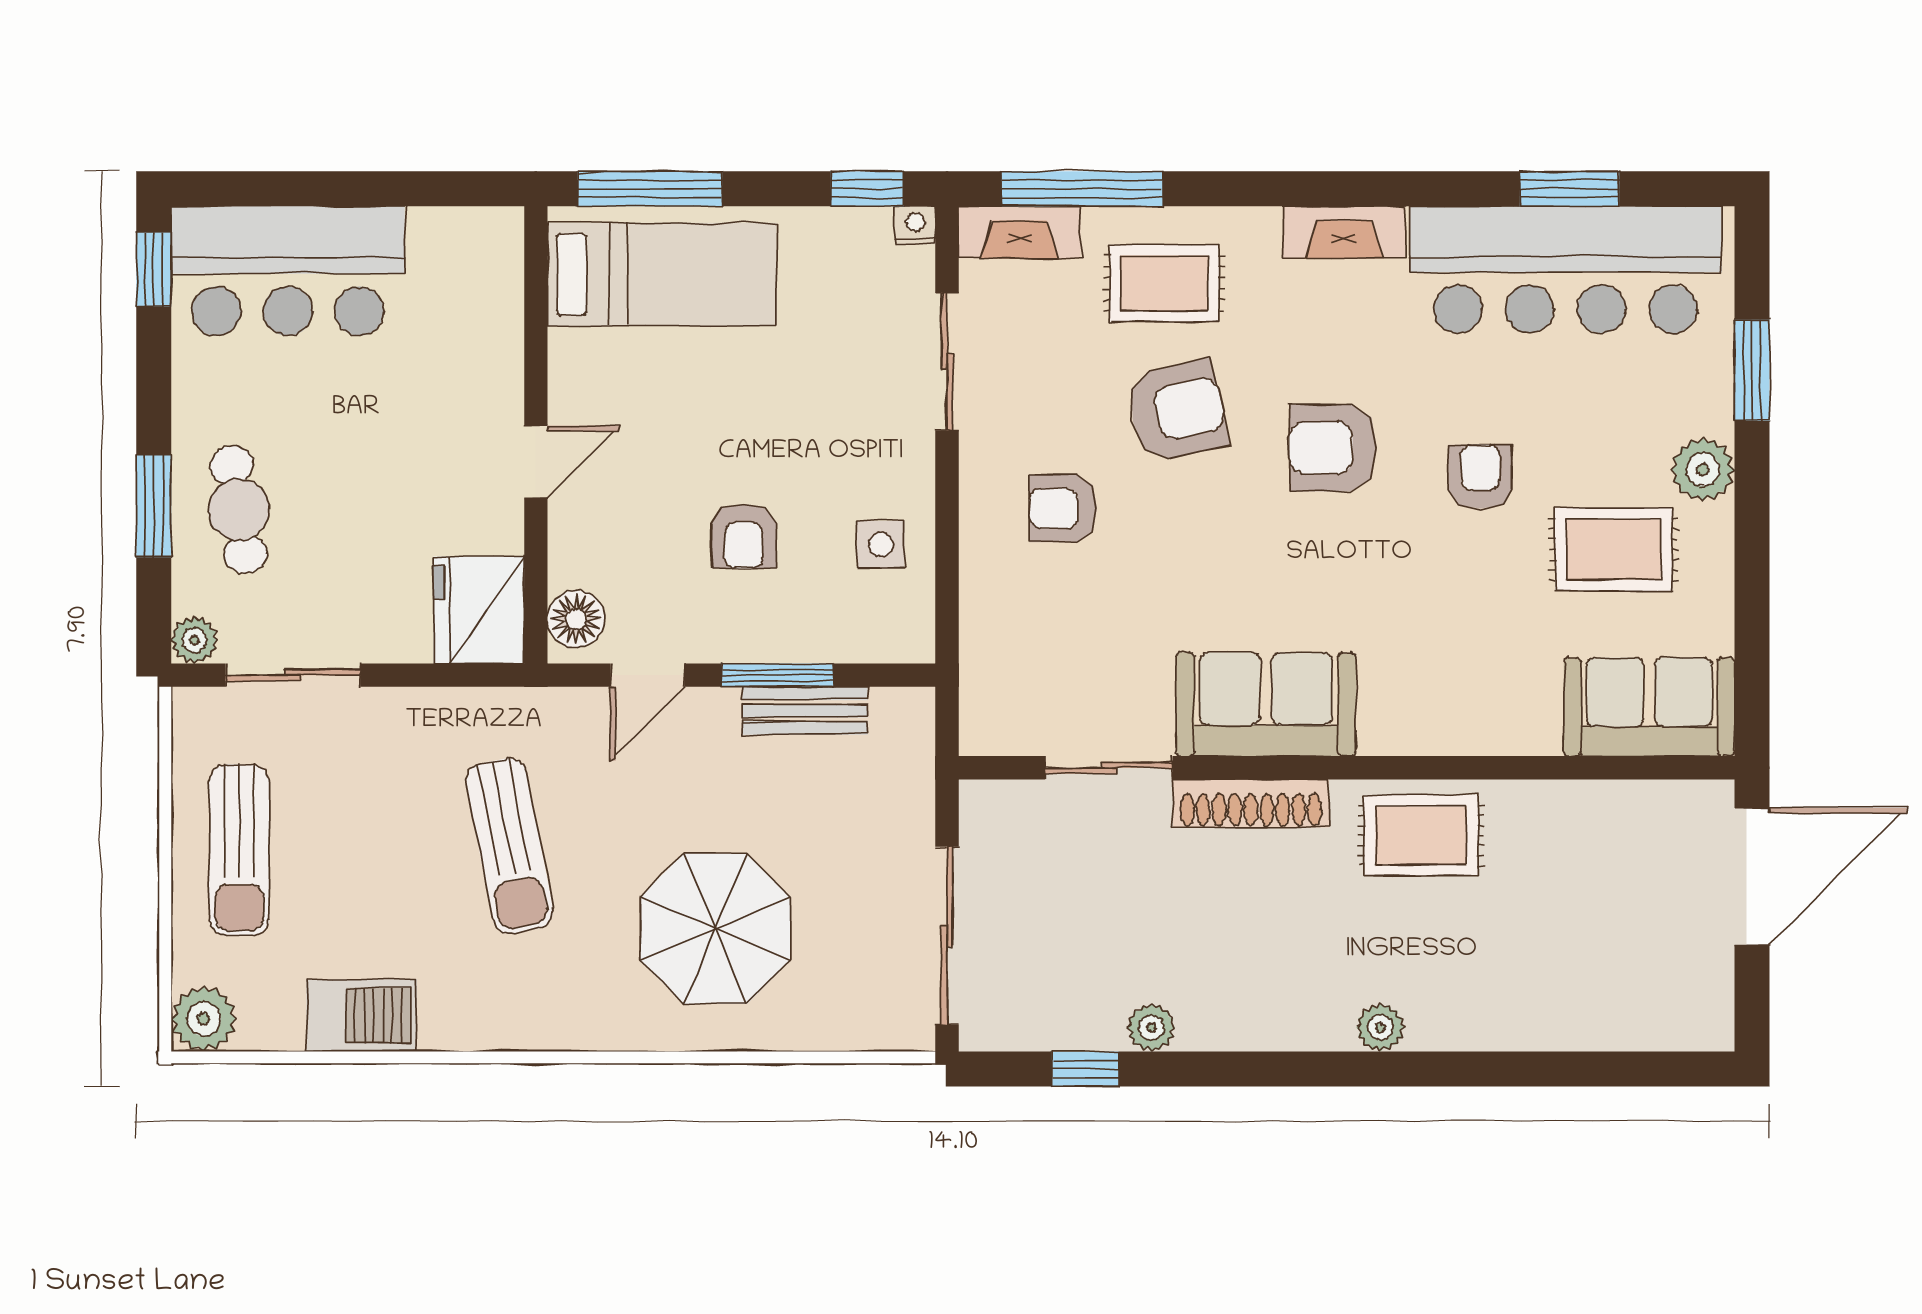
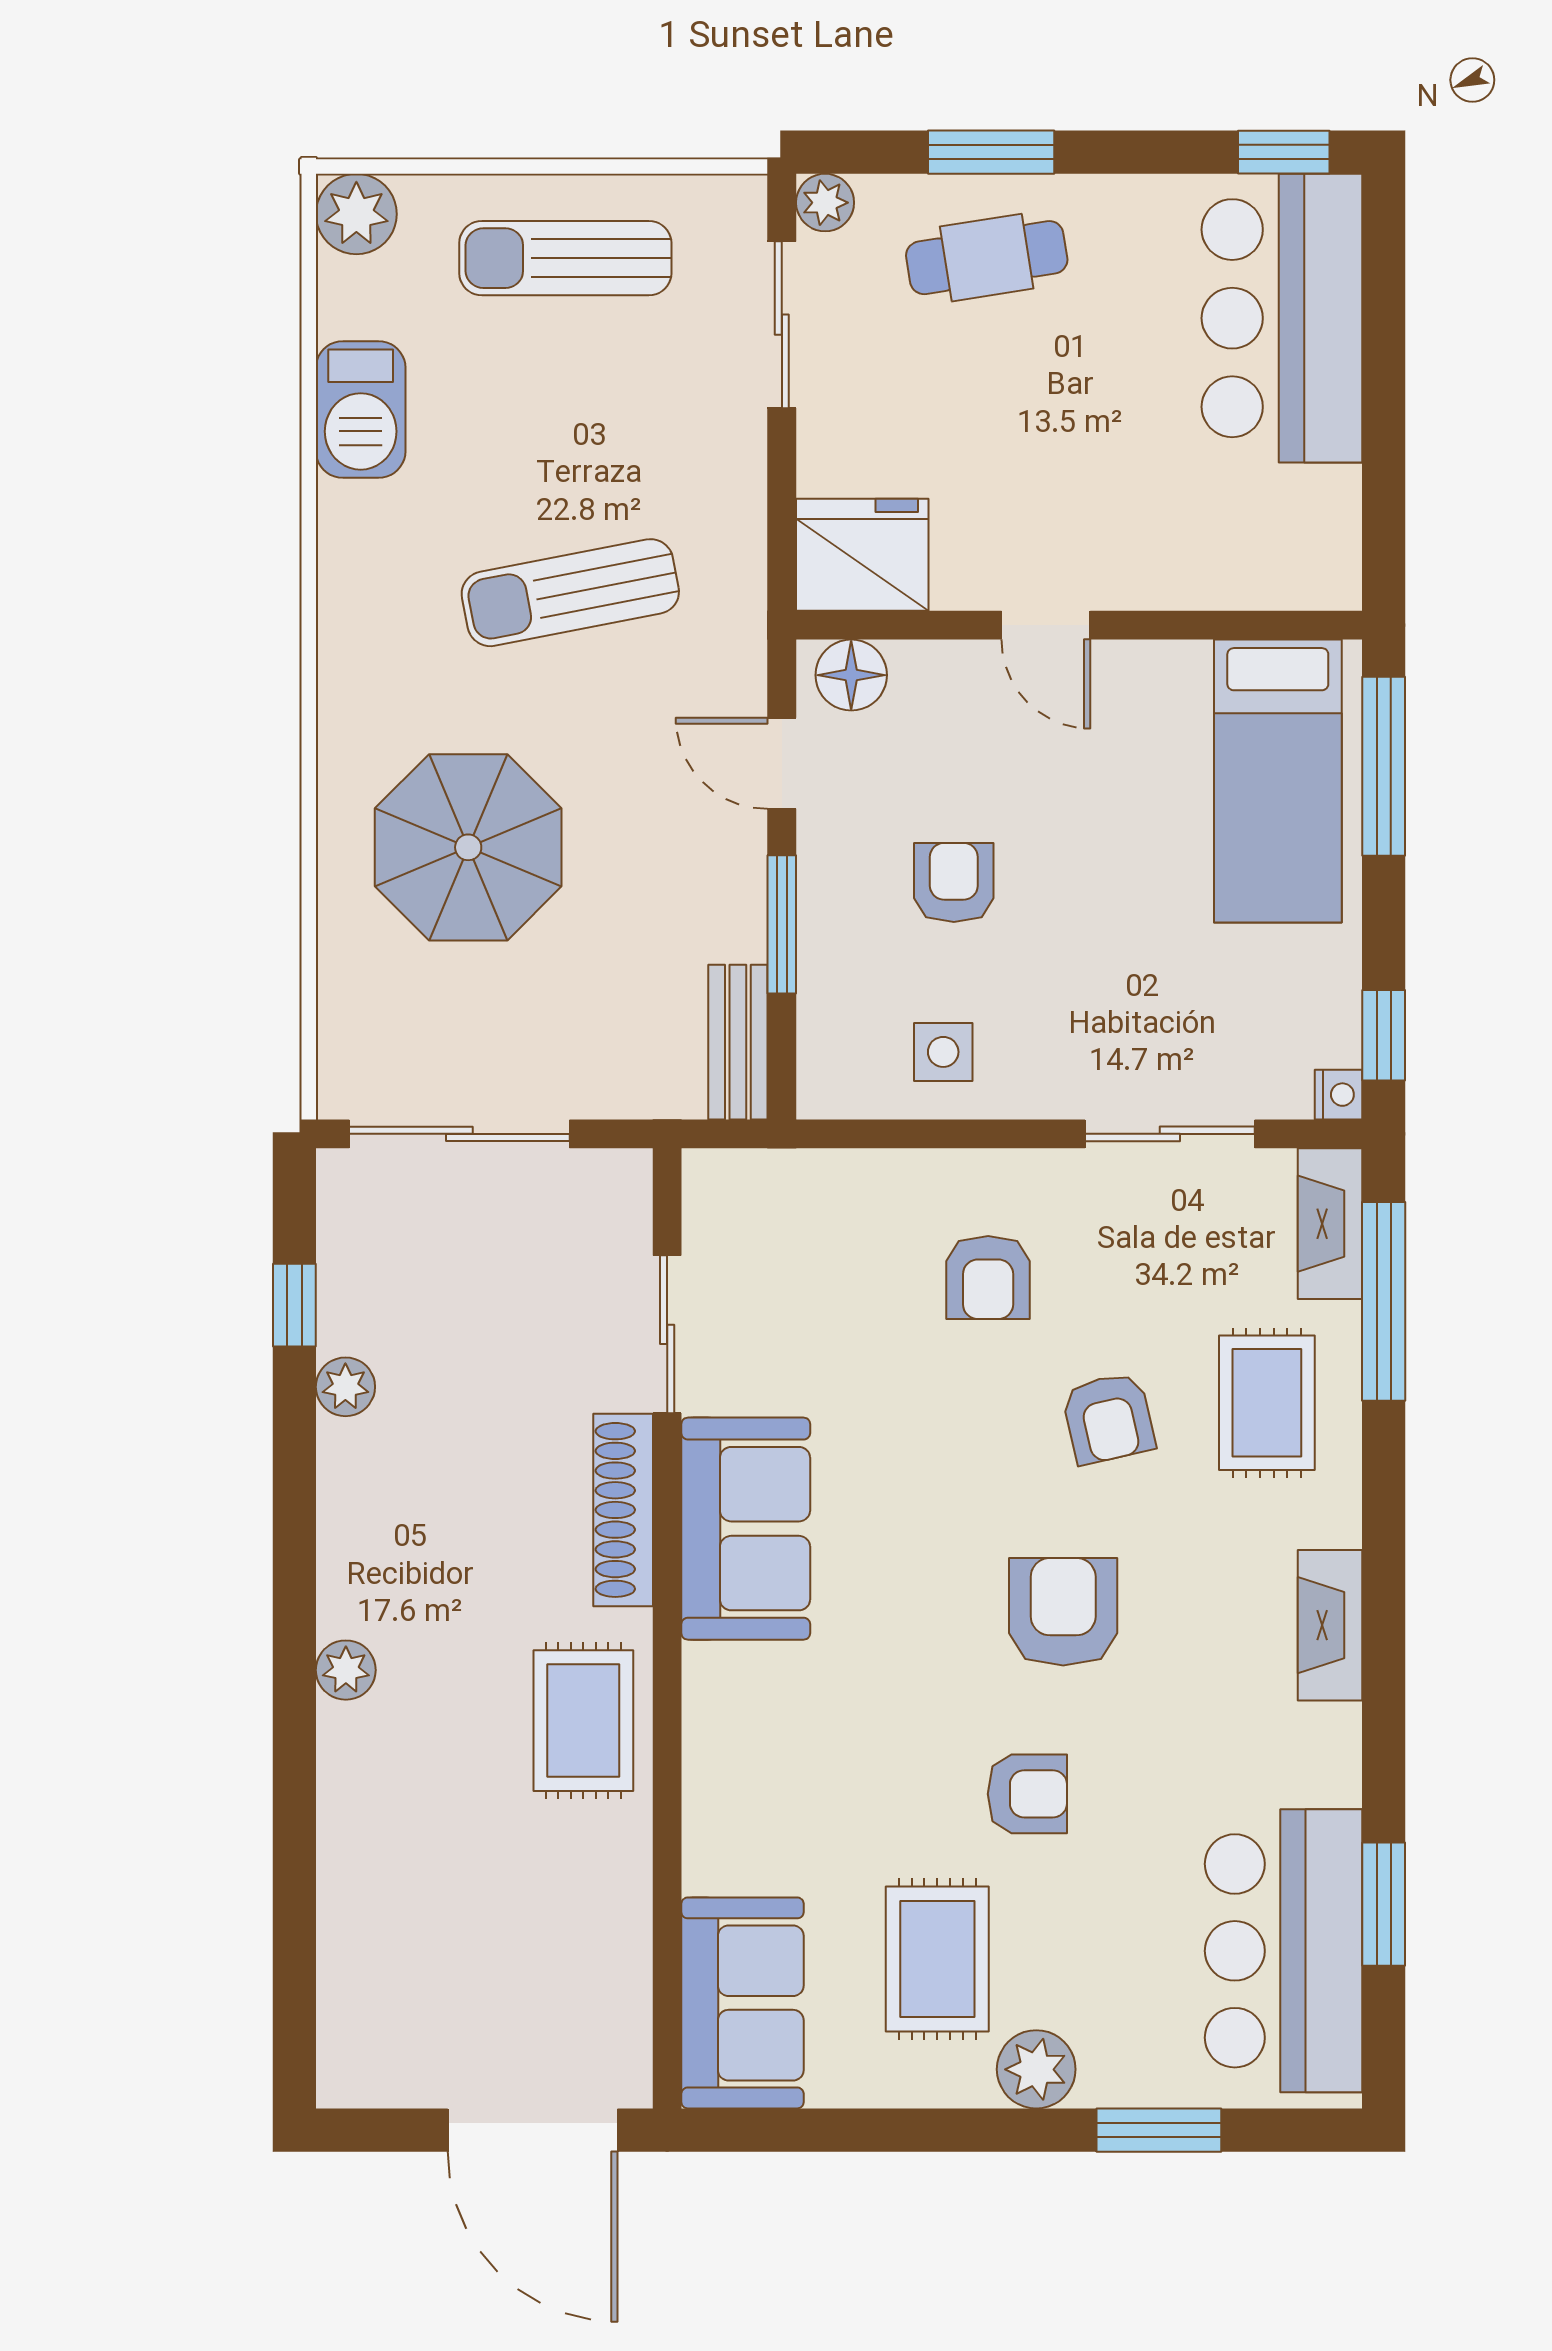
bar counter: (1566, 270) -> (1284, 1951), width x0.73
armchair: (1177, 411) -> (1108, 1418), width x0.72, depth x0.72
armchair: (1063, 508) -> (988, 1278), turned 180
armchair: (744, 536) -> (954, 882), turned 90
bench: (805, 711) -> (738, 1042), moved

